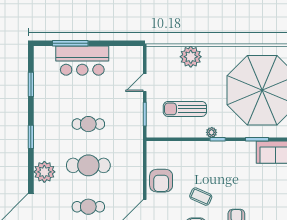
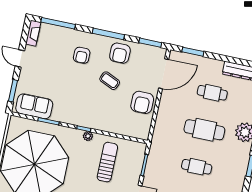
sun lounger: (185, 109) -> (107, 162), turned -90
armchair: (161, 181) -> (142, 102), turned 180

